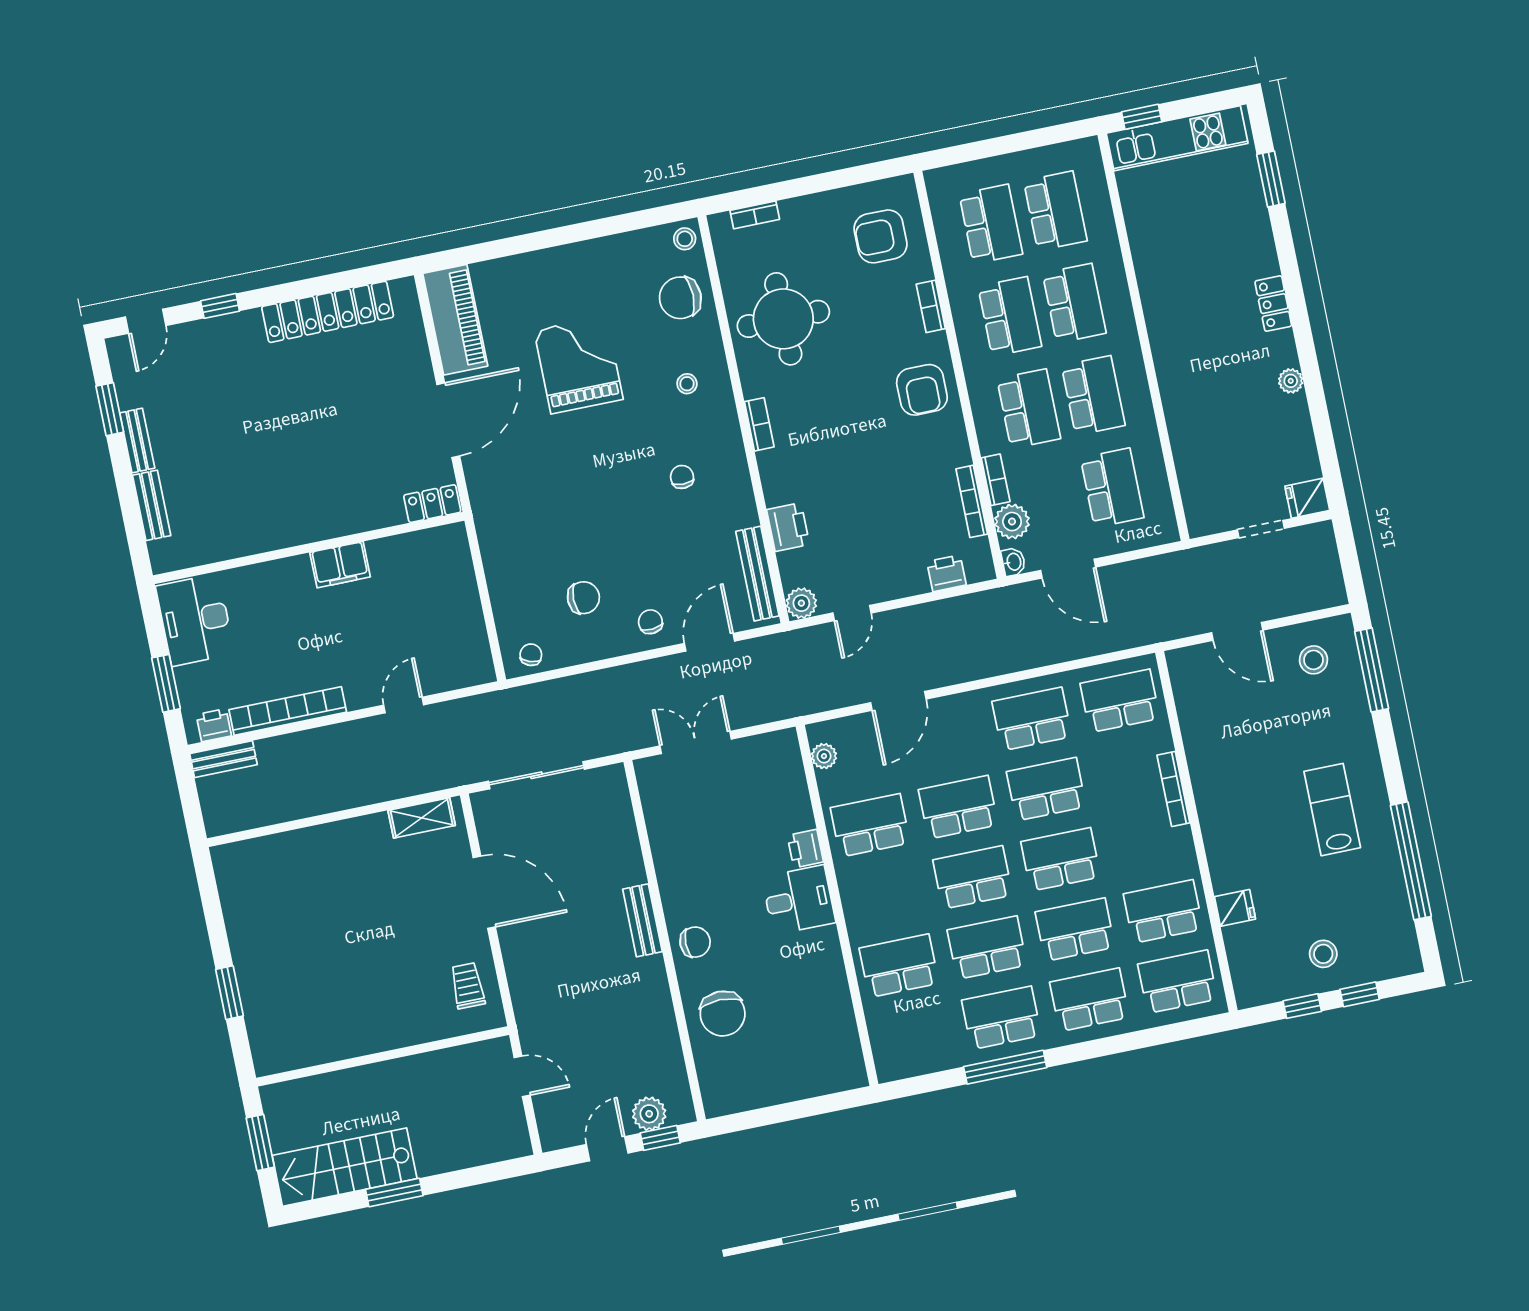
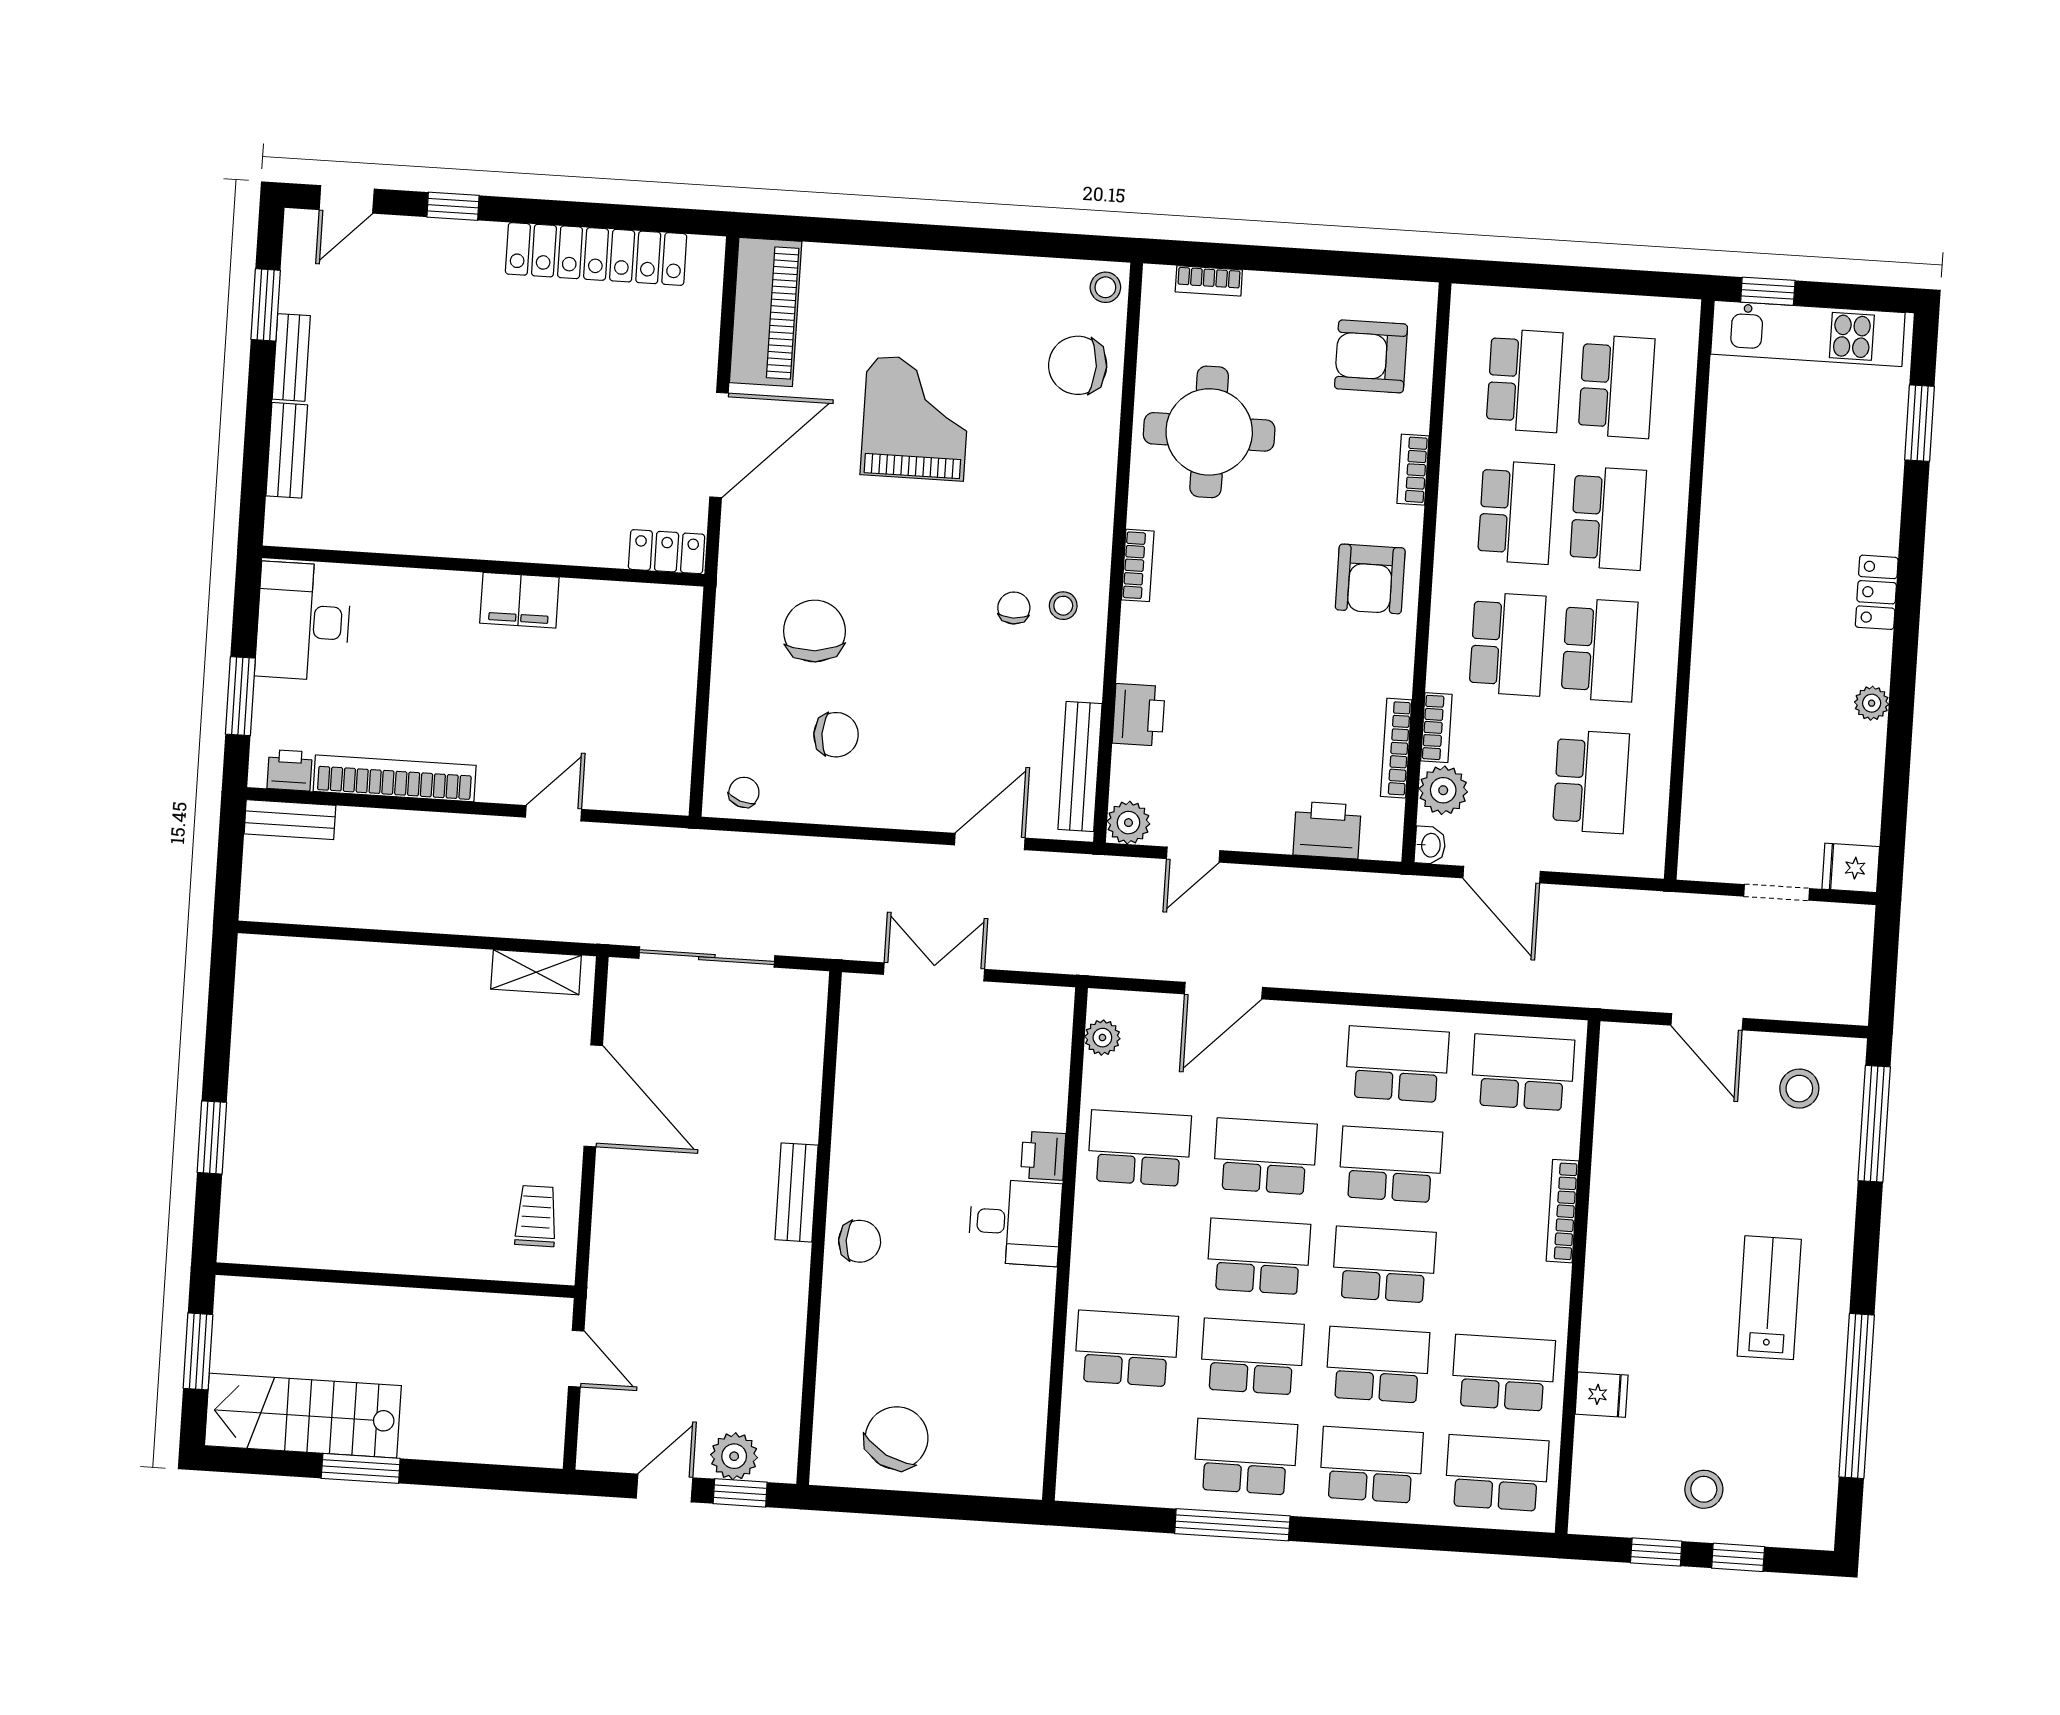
stool: (687, 384) -> (1063, 606), moved
printer: (946, 573) -> (1327, 830), width x1.36, depth x1.24
chair: (650, 622) -> (814, 631), moved, width x1.87, depth x1.87
chair: (723, 1014) -> (897, 1438), moved, turned -152

